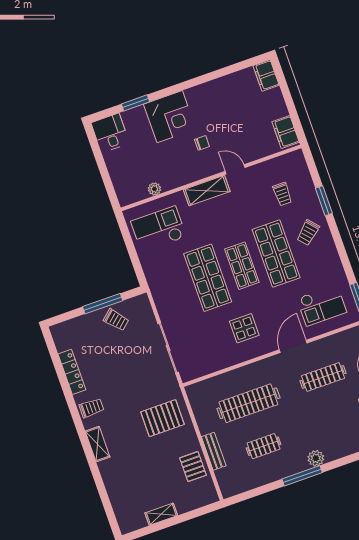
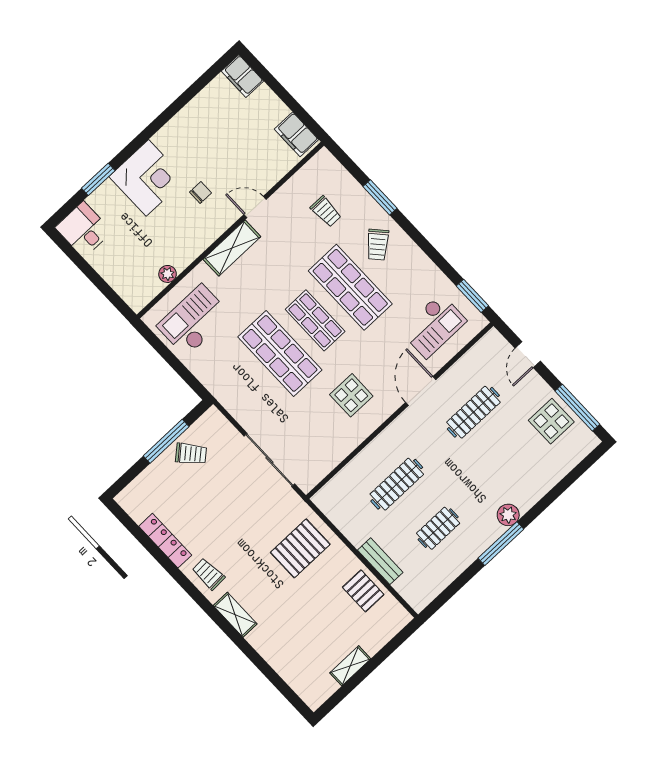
clothes rail: (248, 403) -> (397, 484), width x0.73, depth x0.76
trolley: (91, 408) -> (208, 574), turned -93

